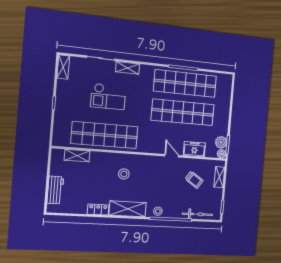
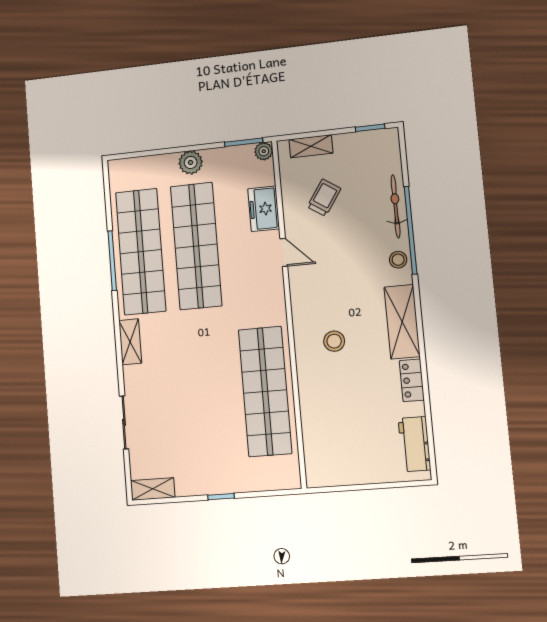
shelving: (128, 68) -> (130, 342), moved
checkout: (108, 97) -> (192, 396), removed
plant: (221, 142) -> (191, 162), moved
shelving: (77, 156) -> (313, 438), removed
door: (172, 156) -> (284, 252), swing flipped
workbench: (55, 190) -> (414, 444), moved, turned -90
bicycle: (197, 214) -> (396, 206), moved

